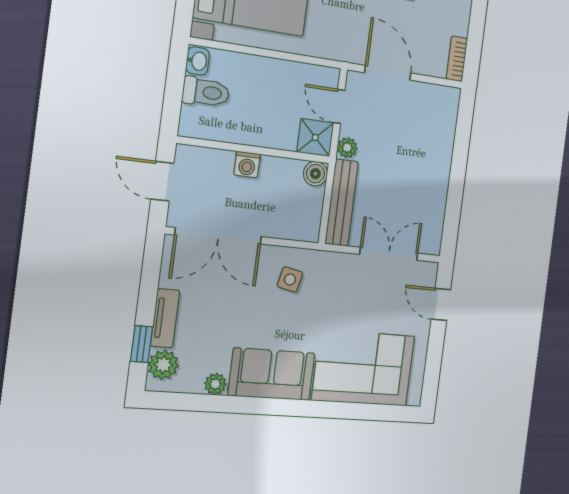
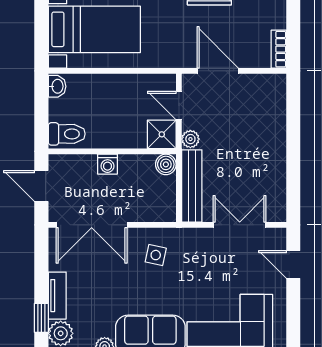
toilet: (206, 92) -> (67, 134), moved

